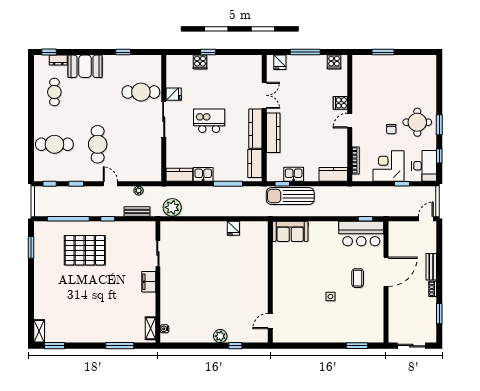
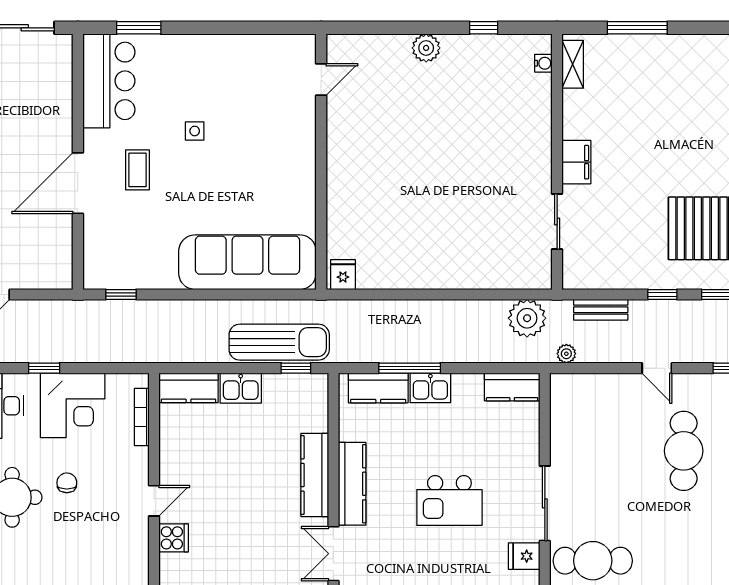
kitchen counter: (255, 163) -> (378, 388), moved, turned 90
kitchen sink: (203, 174) -> (430, 388), moved
kitchen sink: (294, 174) -> (241, 388), moved
plant: (139, 191) -> (566, 354), moved
fridge: (233, 228) -> (343, 275), moved
sofa: (290, 231) -> (247, 262), width x1.85, depth x1.27
bar counter: (361, 234) -> (109, 81), moved, turned 90
window: (235, 346) -> (484, 28), moved

